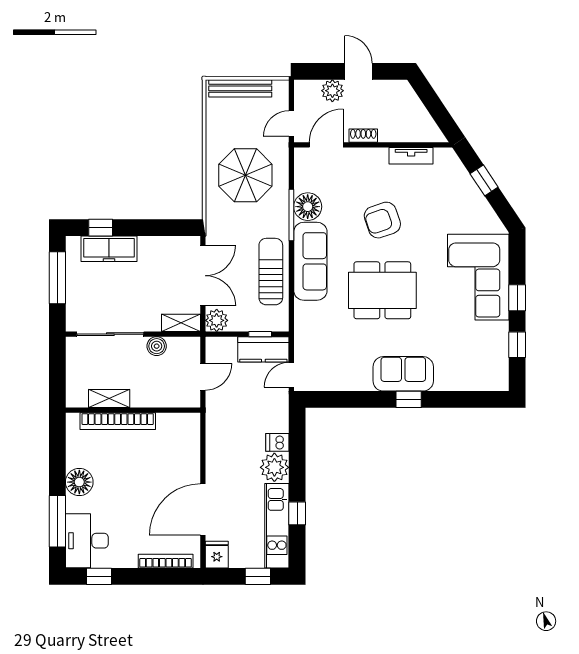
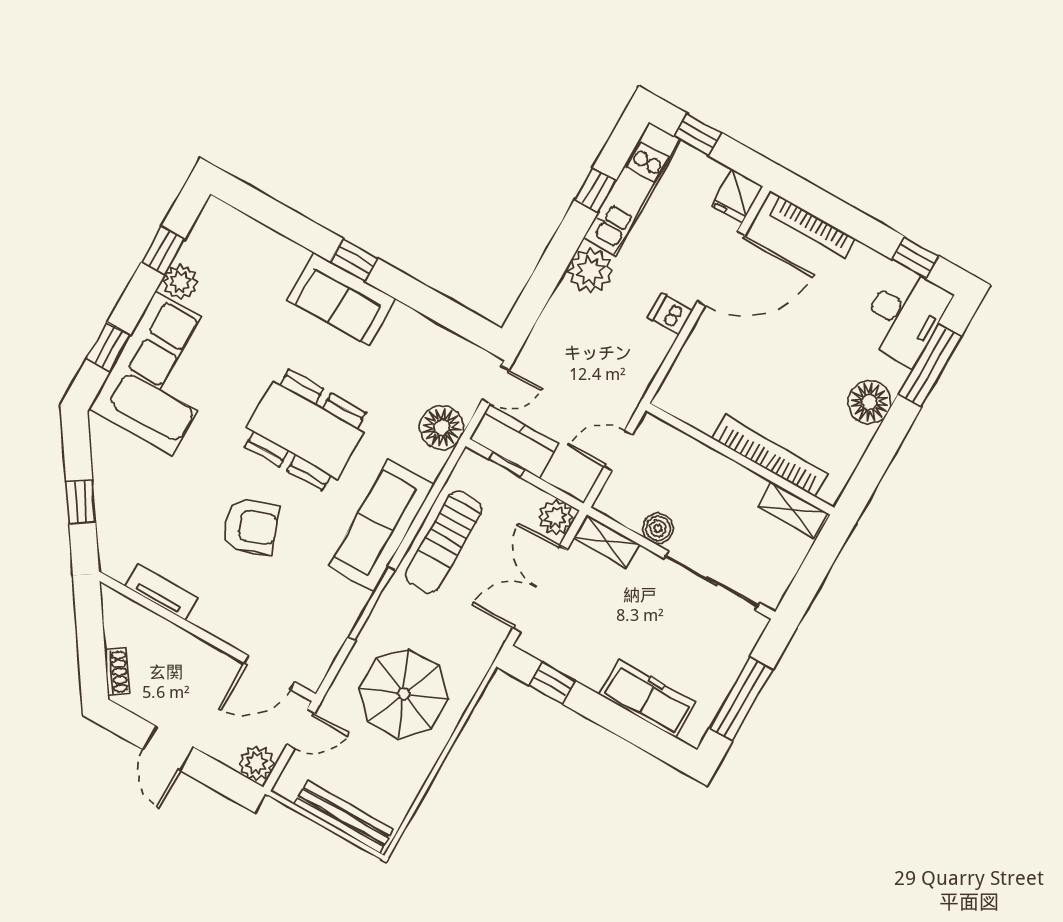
plant: (332, 91) -> (257, 763), moved
shoe rack: (363, 136) -> (117, 672), moved, turned -124
floor lamp: (308, 207) -> (442, 427), moved
window: (101, 228) -> (552, 683), moved
window: (517, 298) -> (109, 347), moved
plant: (498, 333) -> (180, 282), added
shelving: (109, 399) -> (793, 510), moved
dishwasher: (277, 442) -> (670, 314), moved, turned 180

